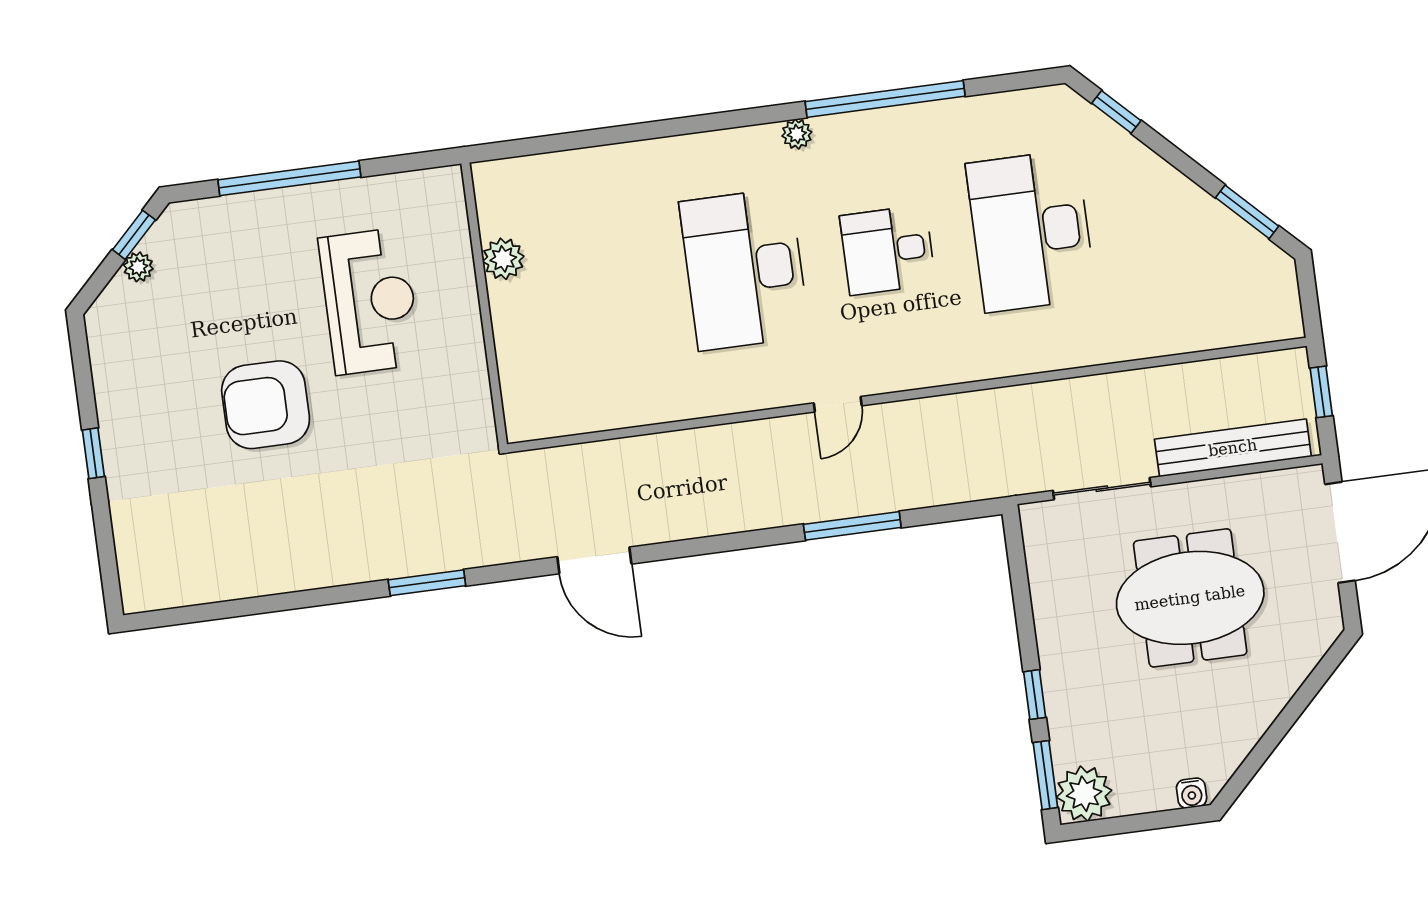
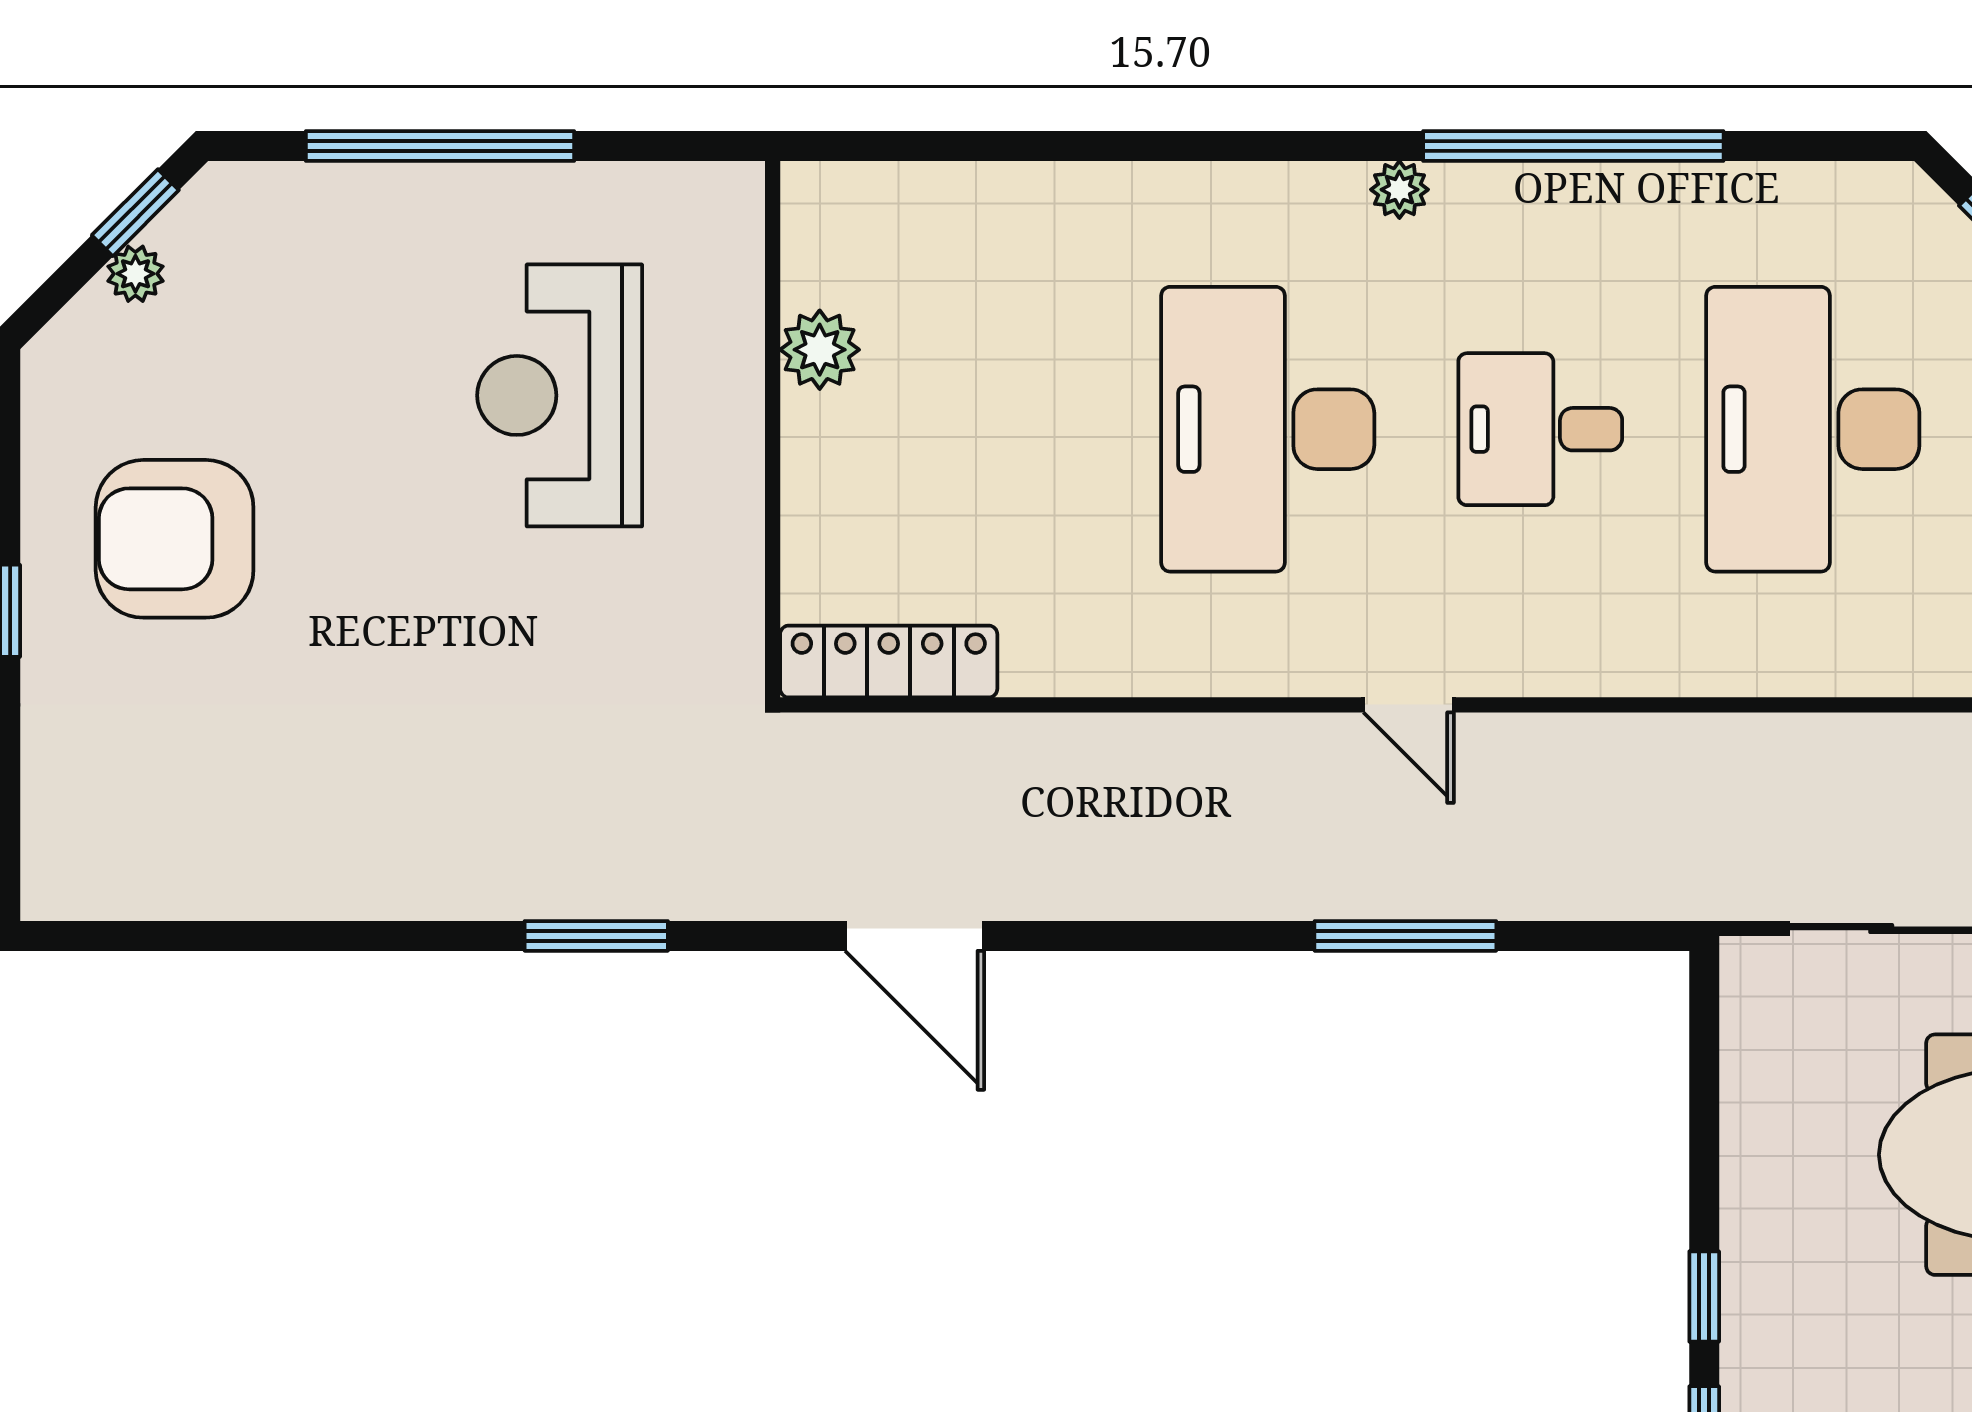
reception desk: (370, 301) -> (560, 395), turned 180
door: (838, 404) -> (1409, 705), hinge flipped
armchair: (266, 405) -> (175, 539), moved
locker: (561, 418) -> (889, 662), added

